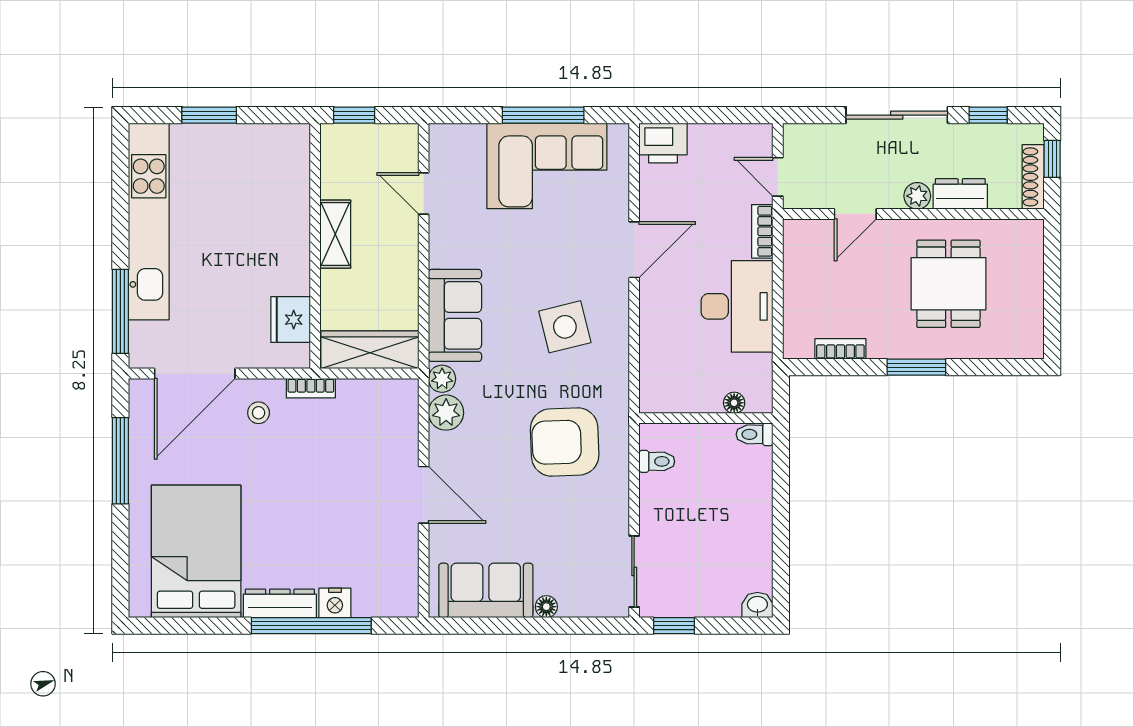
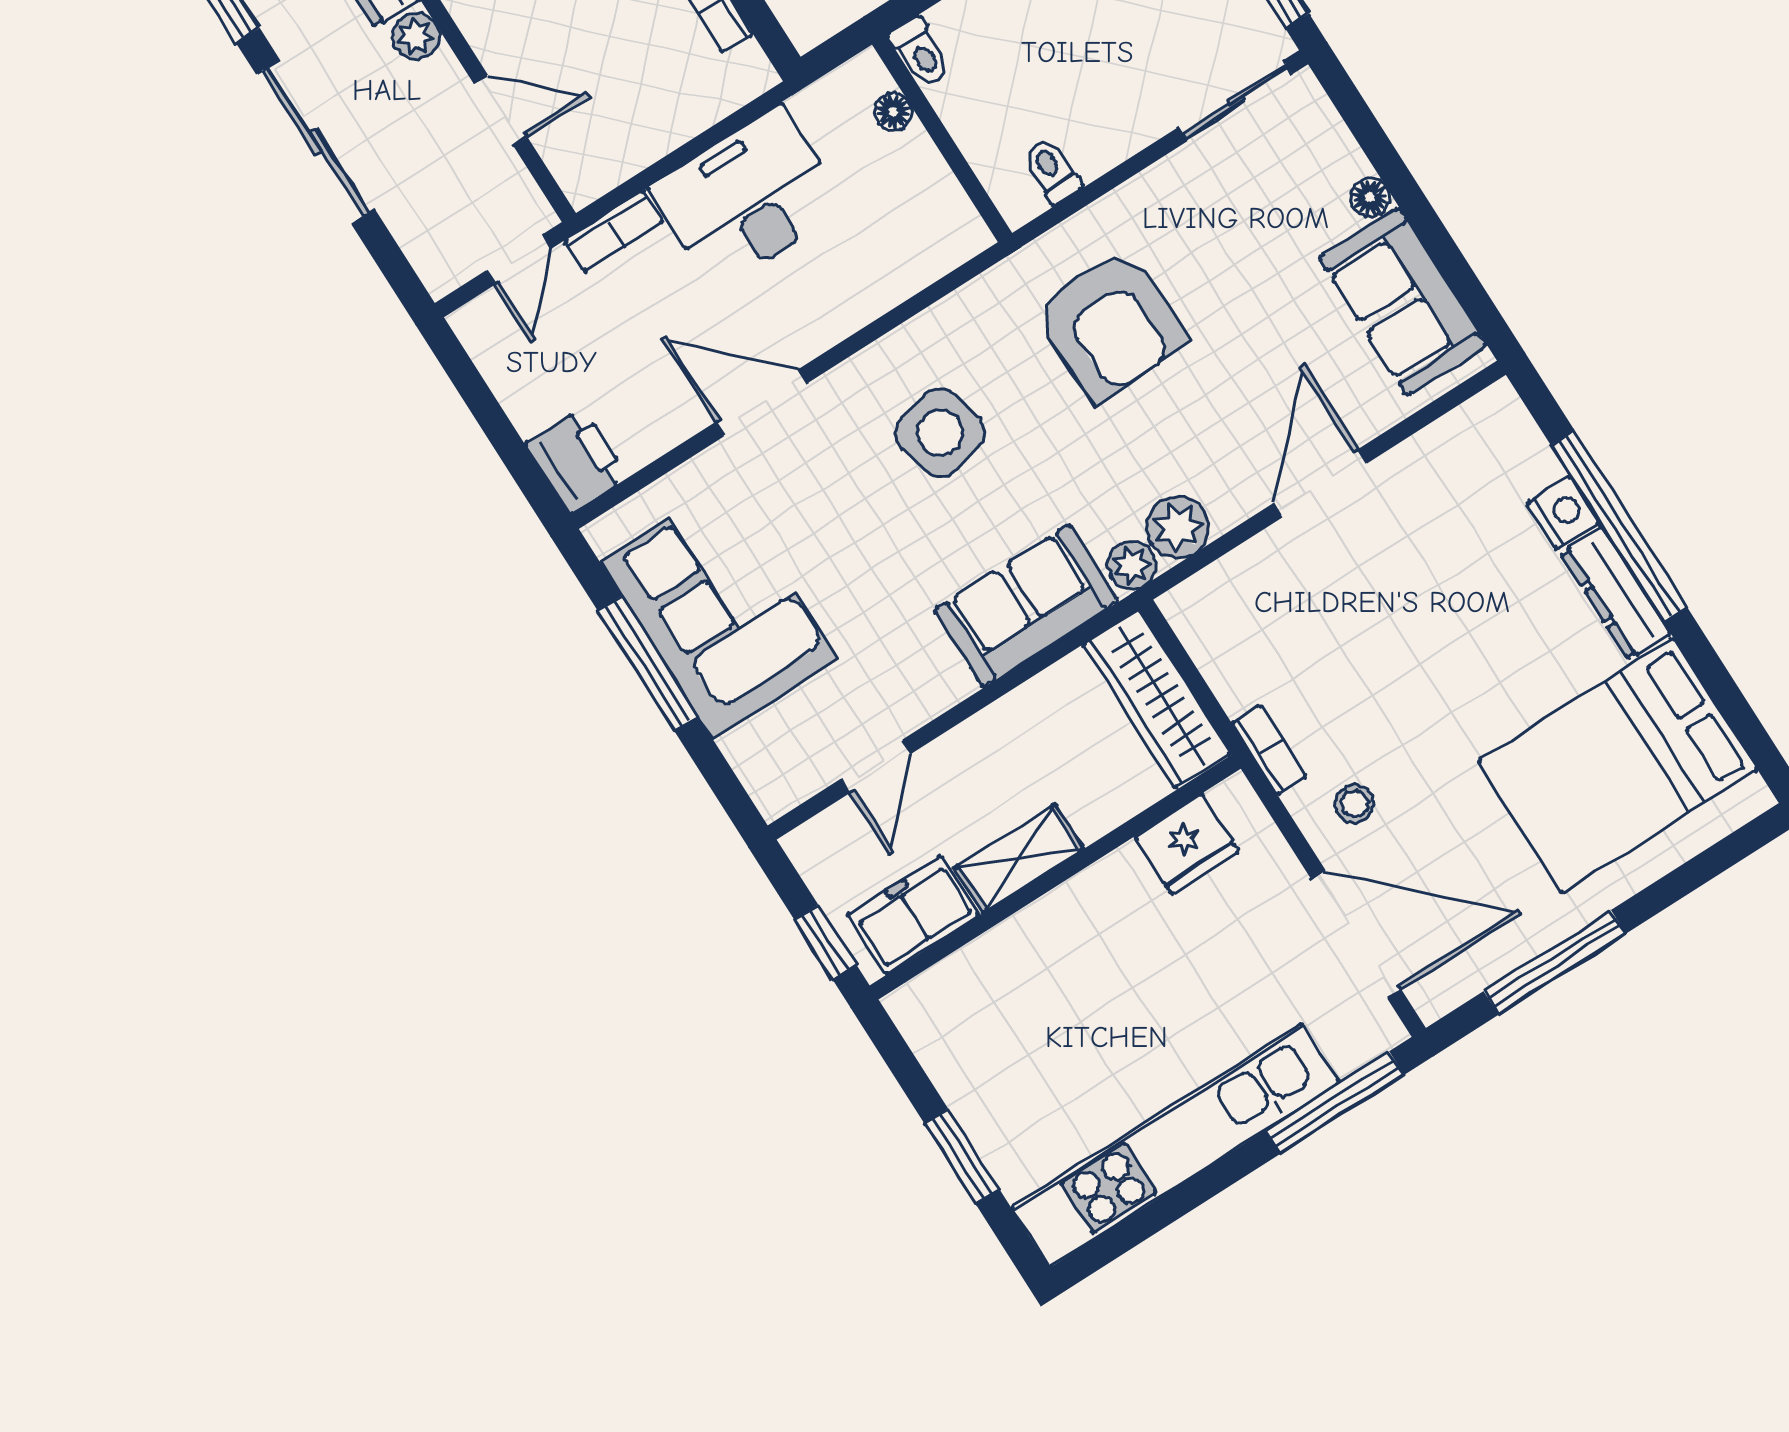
freezer: (340, 166) -> (913, 915), added

